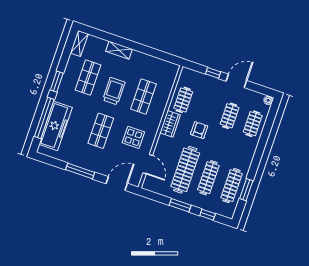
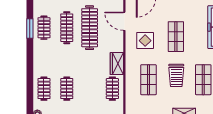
armchair: (199, 130) -> (89, 67), removed
clothes rail: (232, 186) -> (44, 28), width x0.73

